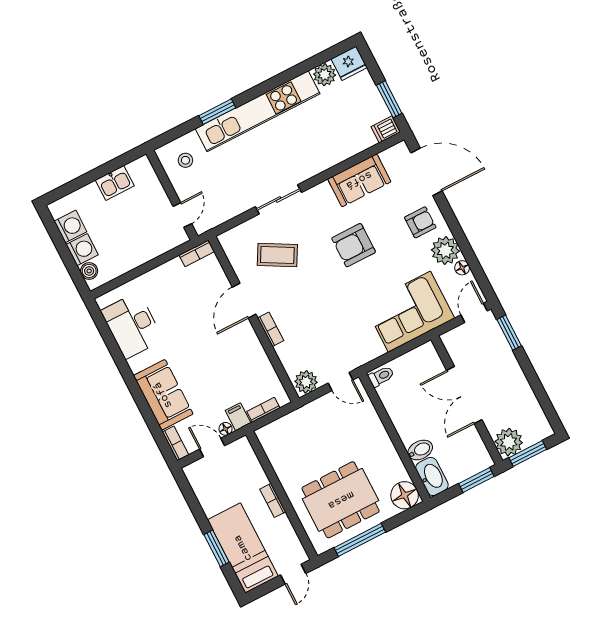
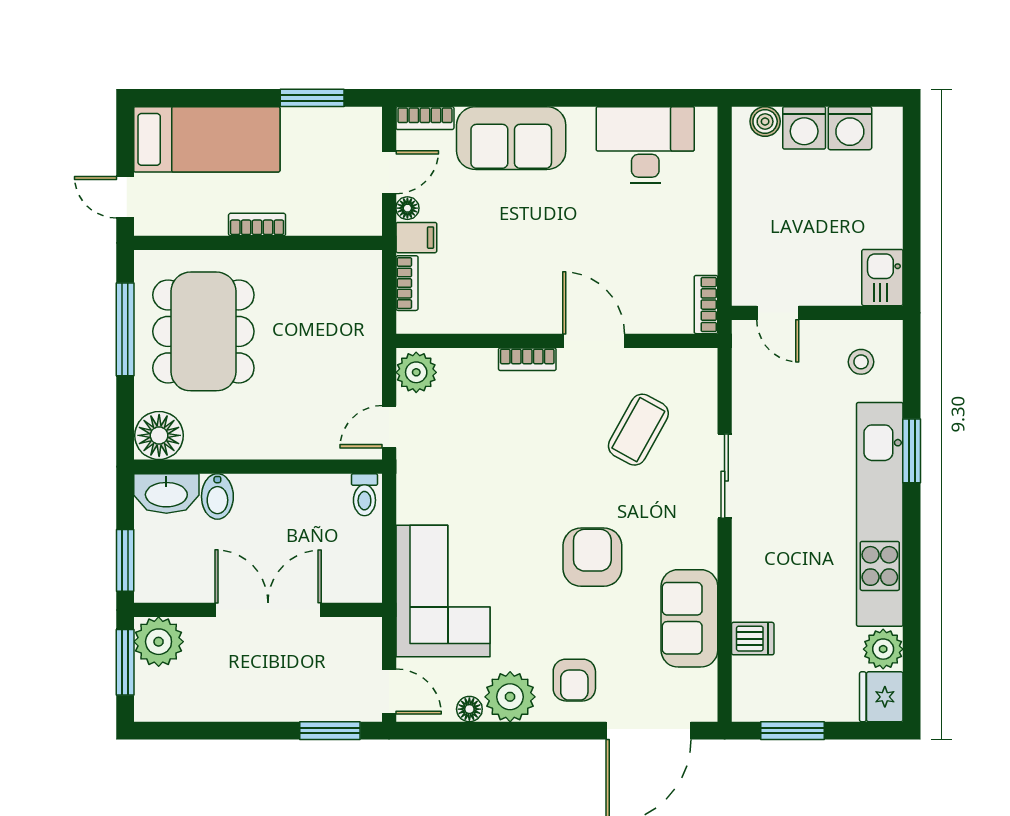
dishwasher: (386, 129) -> (753, 639), moved, turned 90
kitchen sink: (115, 183) -> (882, 278), moved
window: (217, 548) -> (312, 98), moved

